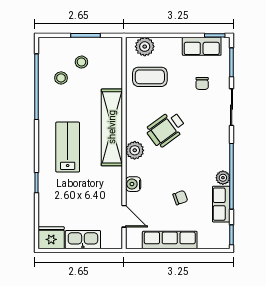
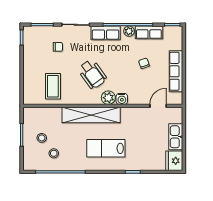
row of seats: (202, 46) -> (106, 33), moved, turned 90
plant: (145, 47) -> (30, 90), removed
water cooler: (133, 184) -> (122, 99), moved

